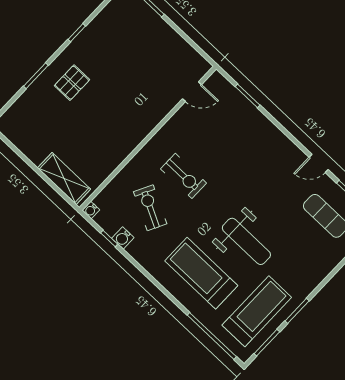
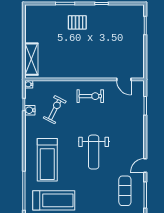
door: (319, 163) -> (145, 166), hinge flipped
exercise bike: (184, 176) -> (90, 96), moved, turned -90
weight bench: (246, 241) -> (94, 152), moved
treadmill: (201, 273) -> (47, 160), turned 180

